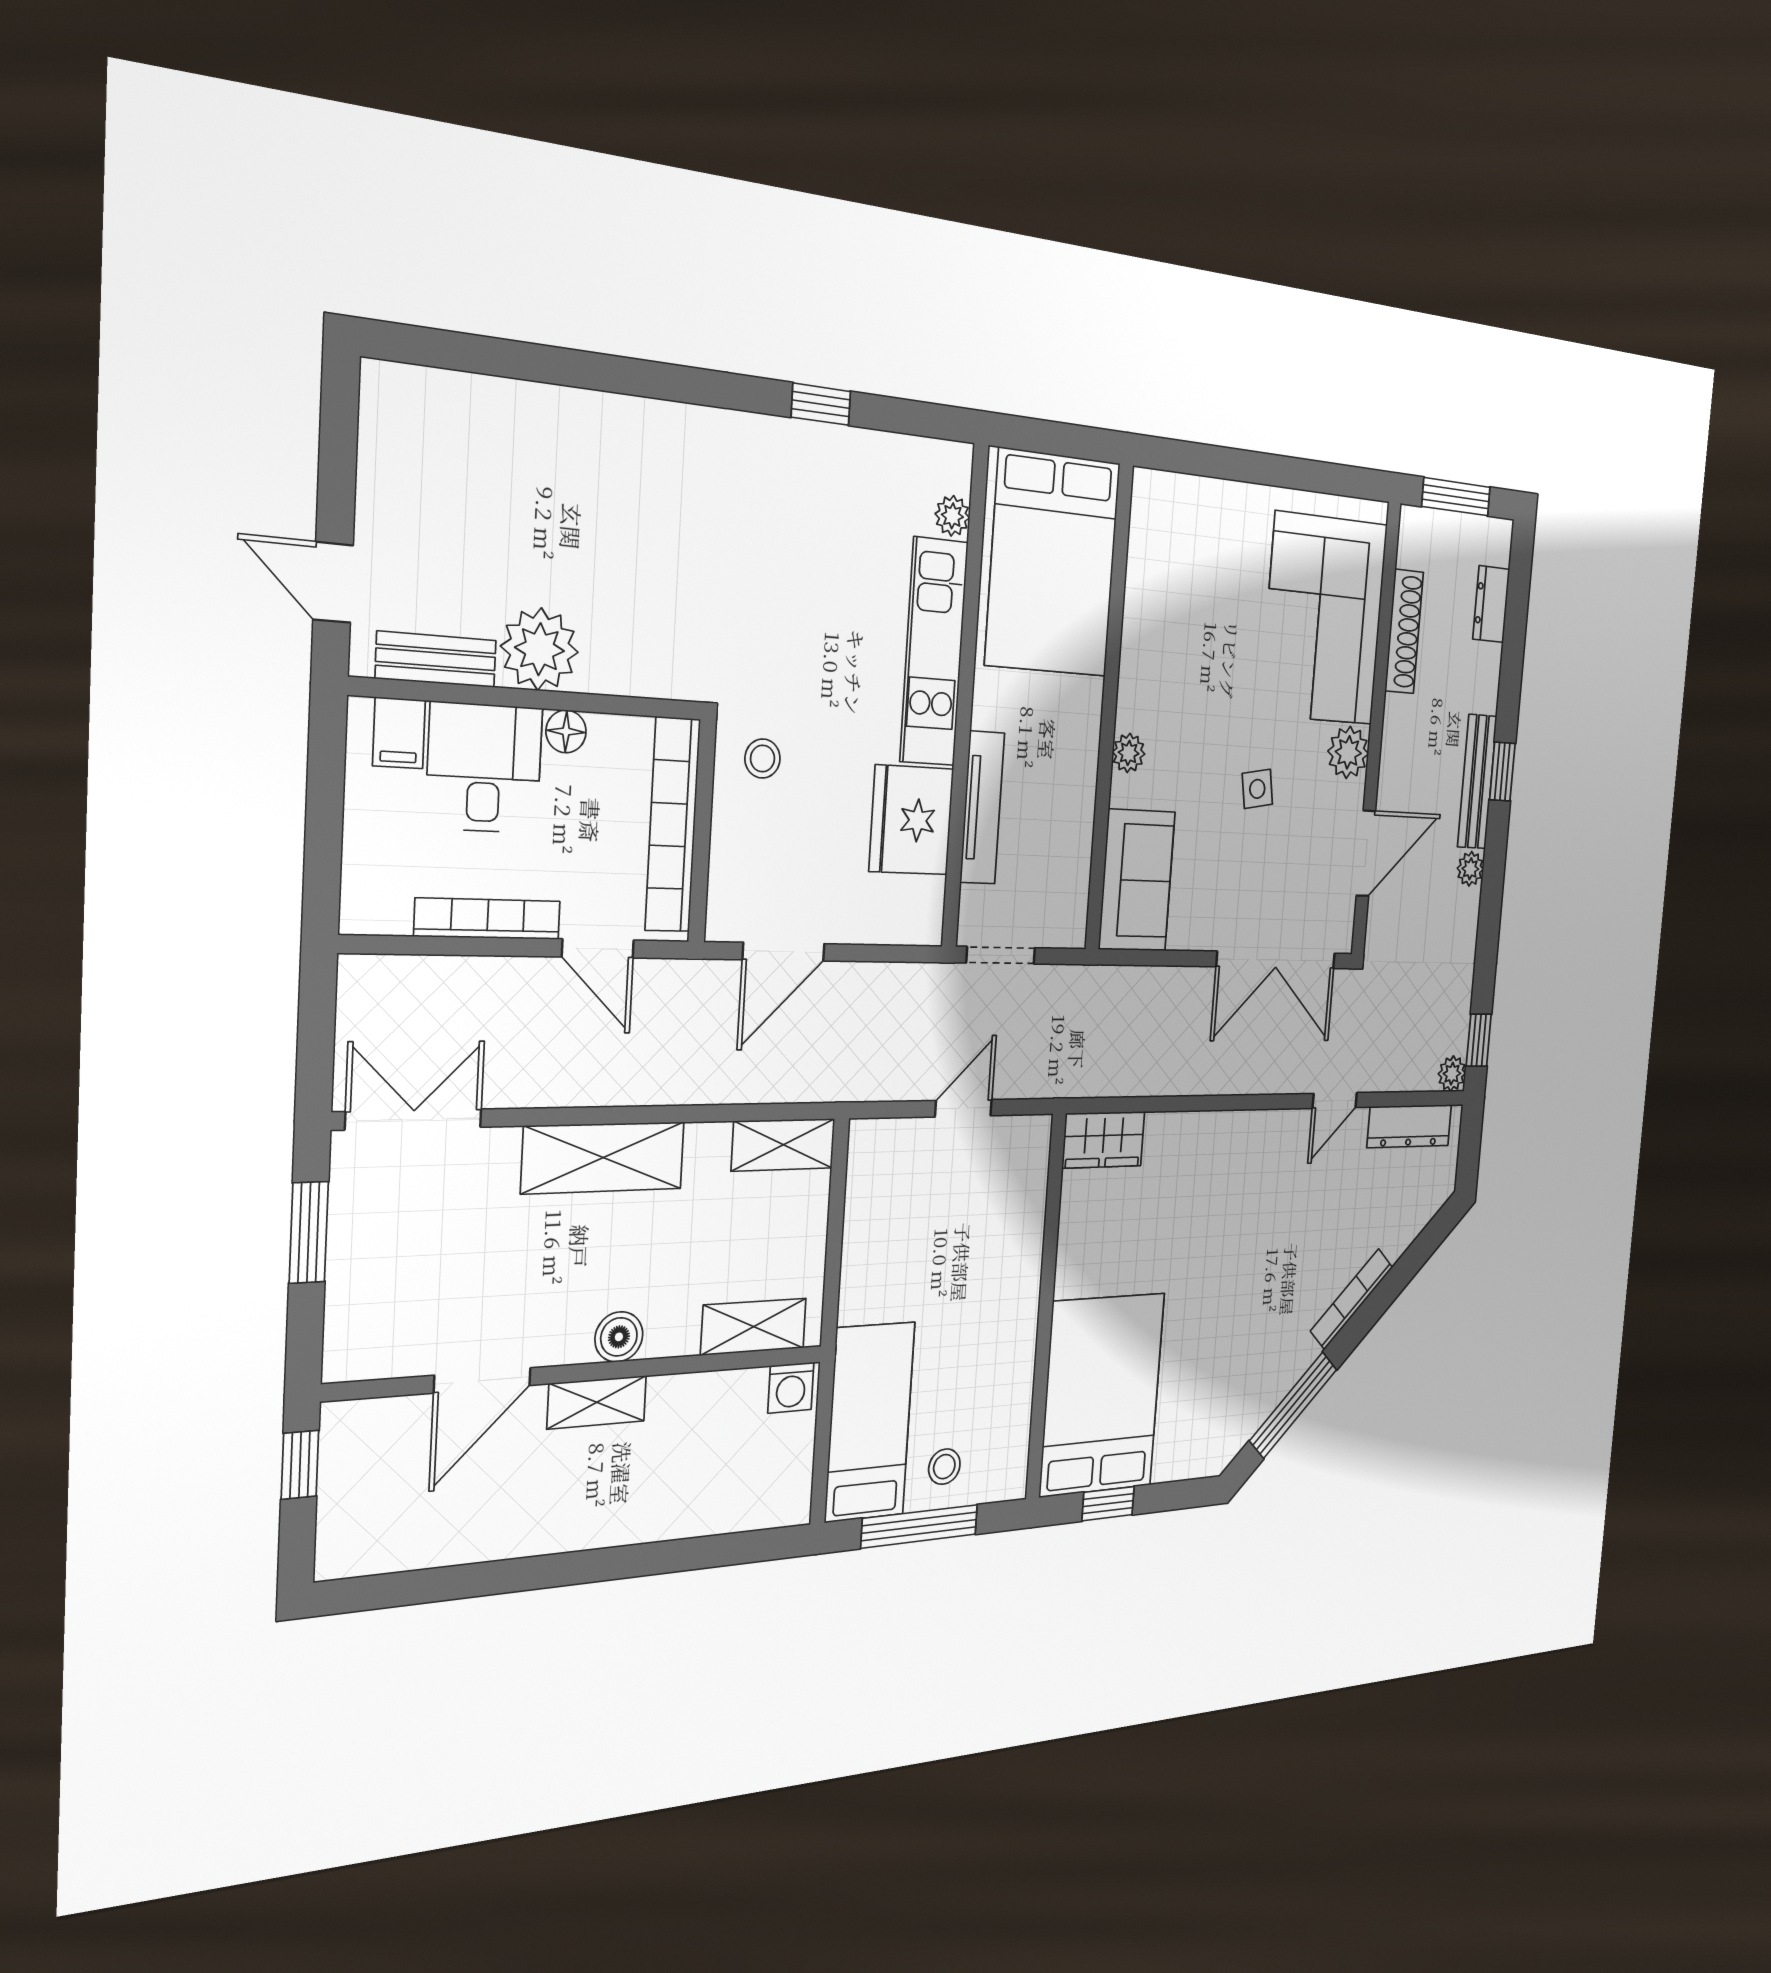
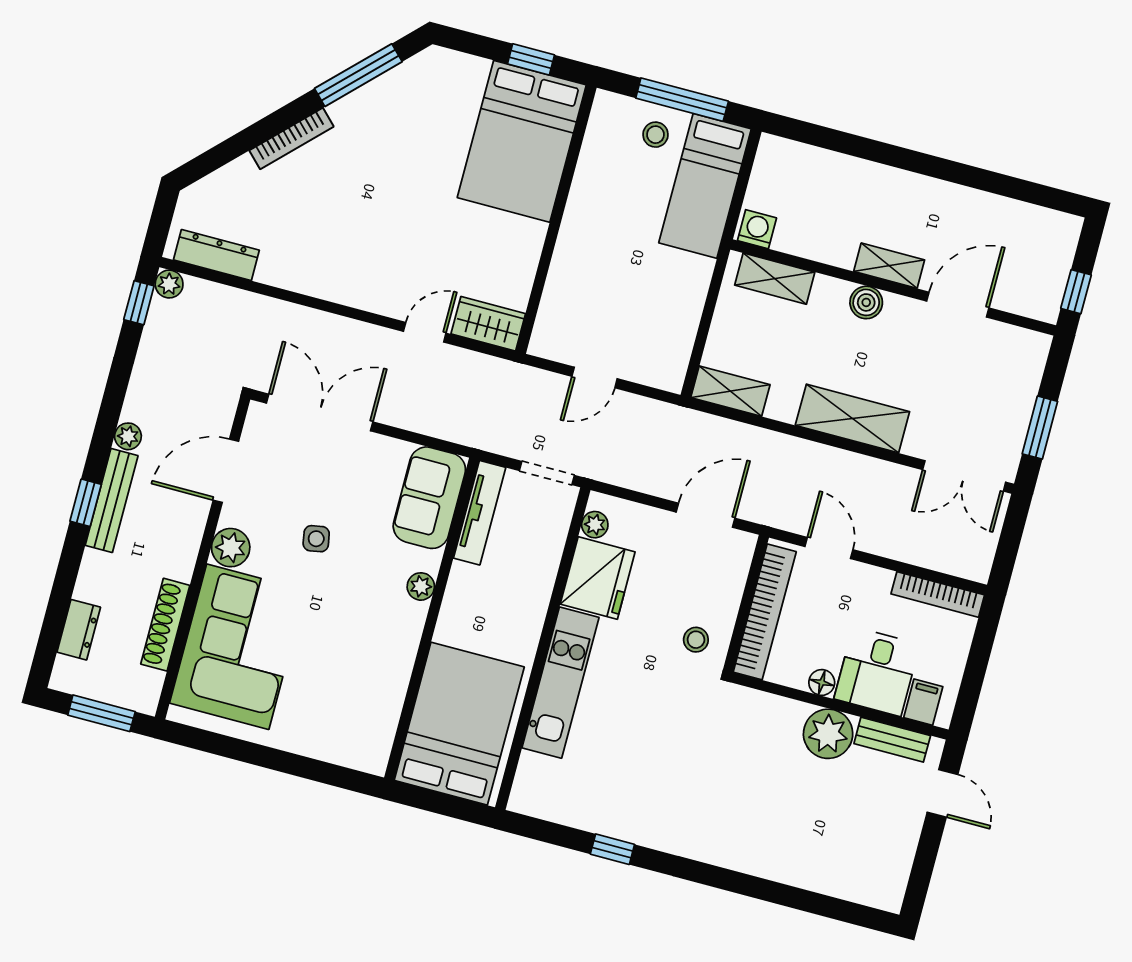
plant: (952, 516) -> (595, 525), moved
tv unit: (982, 808) -> (480, 513), moved, turned 180
bookcase: (488, 919) -> (938, 594), moved
door: (1335, 1101) -> (425, 332), moved

